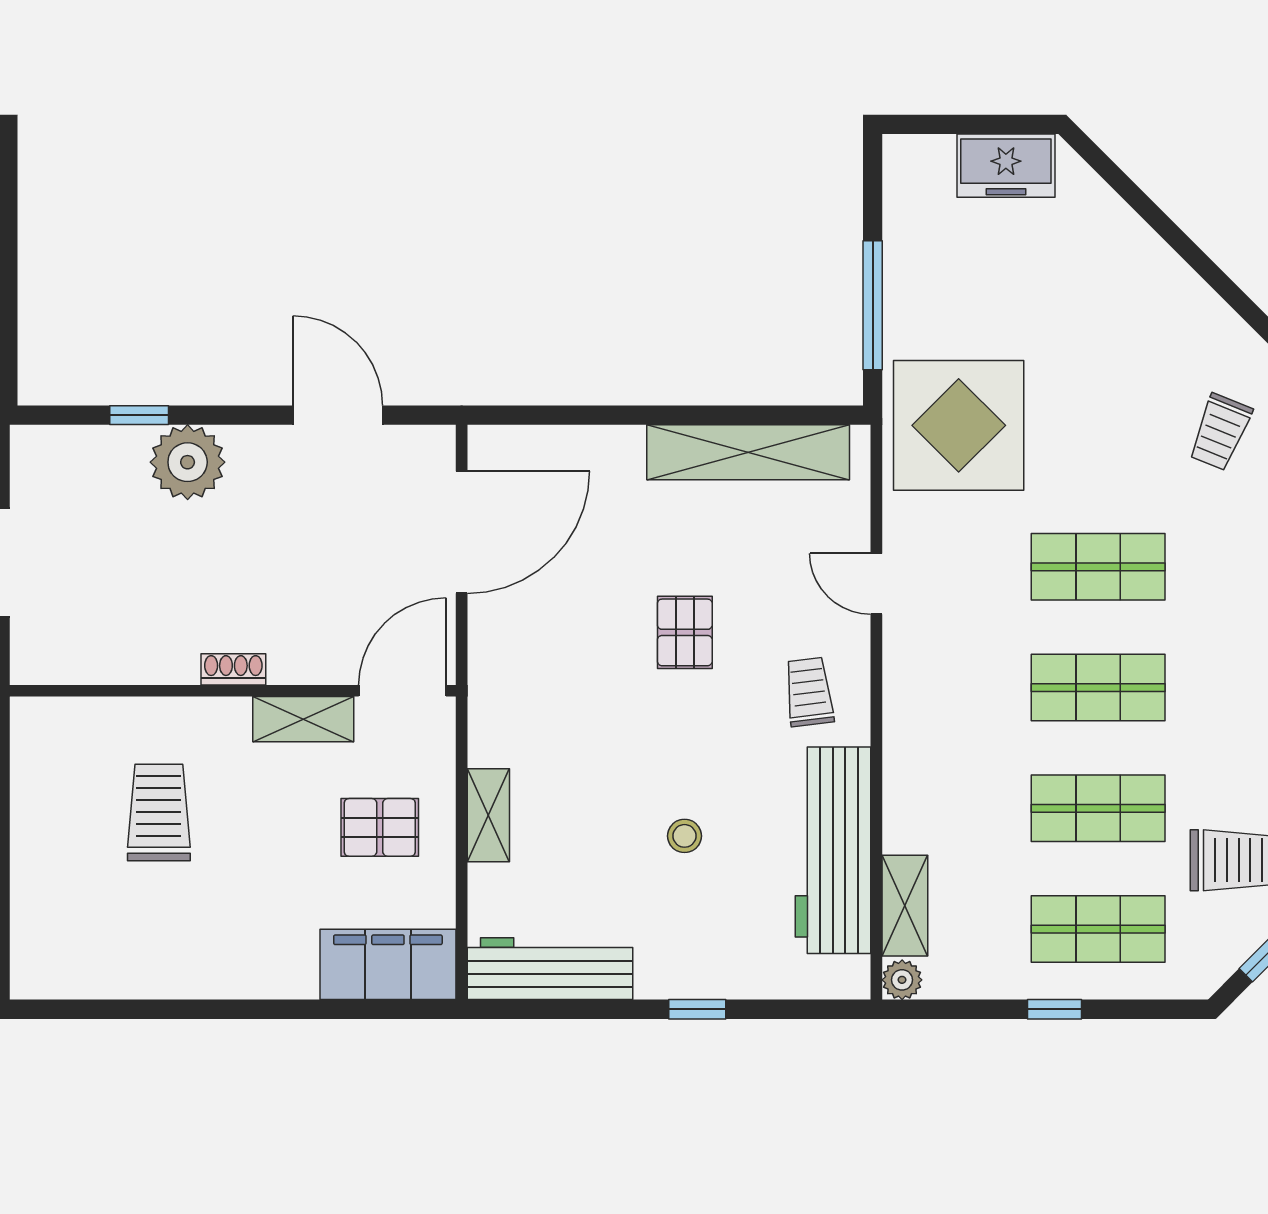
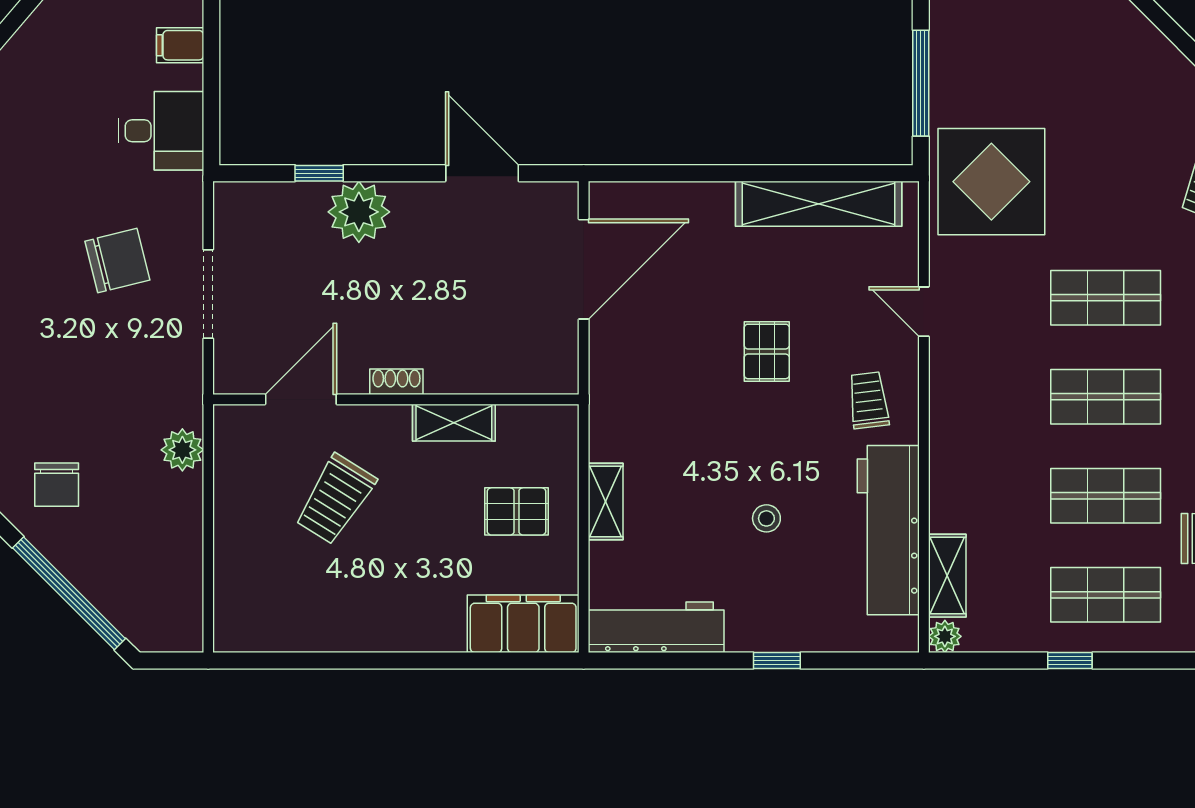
door: (402, 691) -> (301, 399), moved
trolley: (159, 813) -> (335, 499), turned -148

